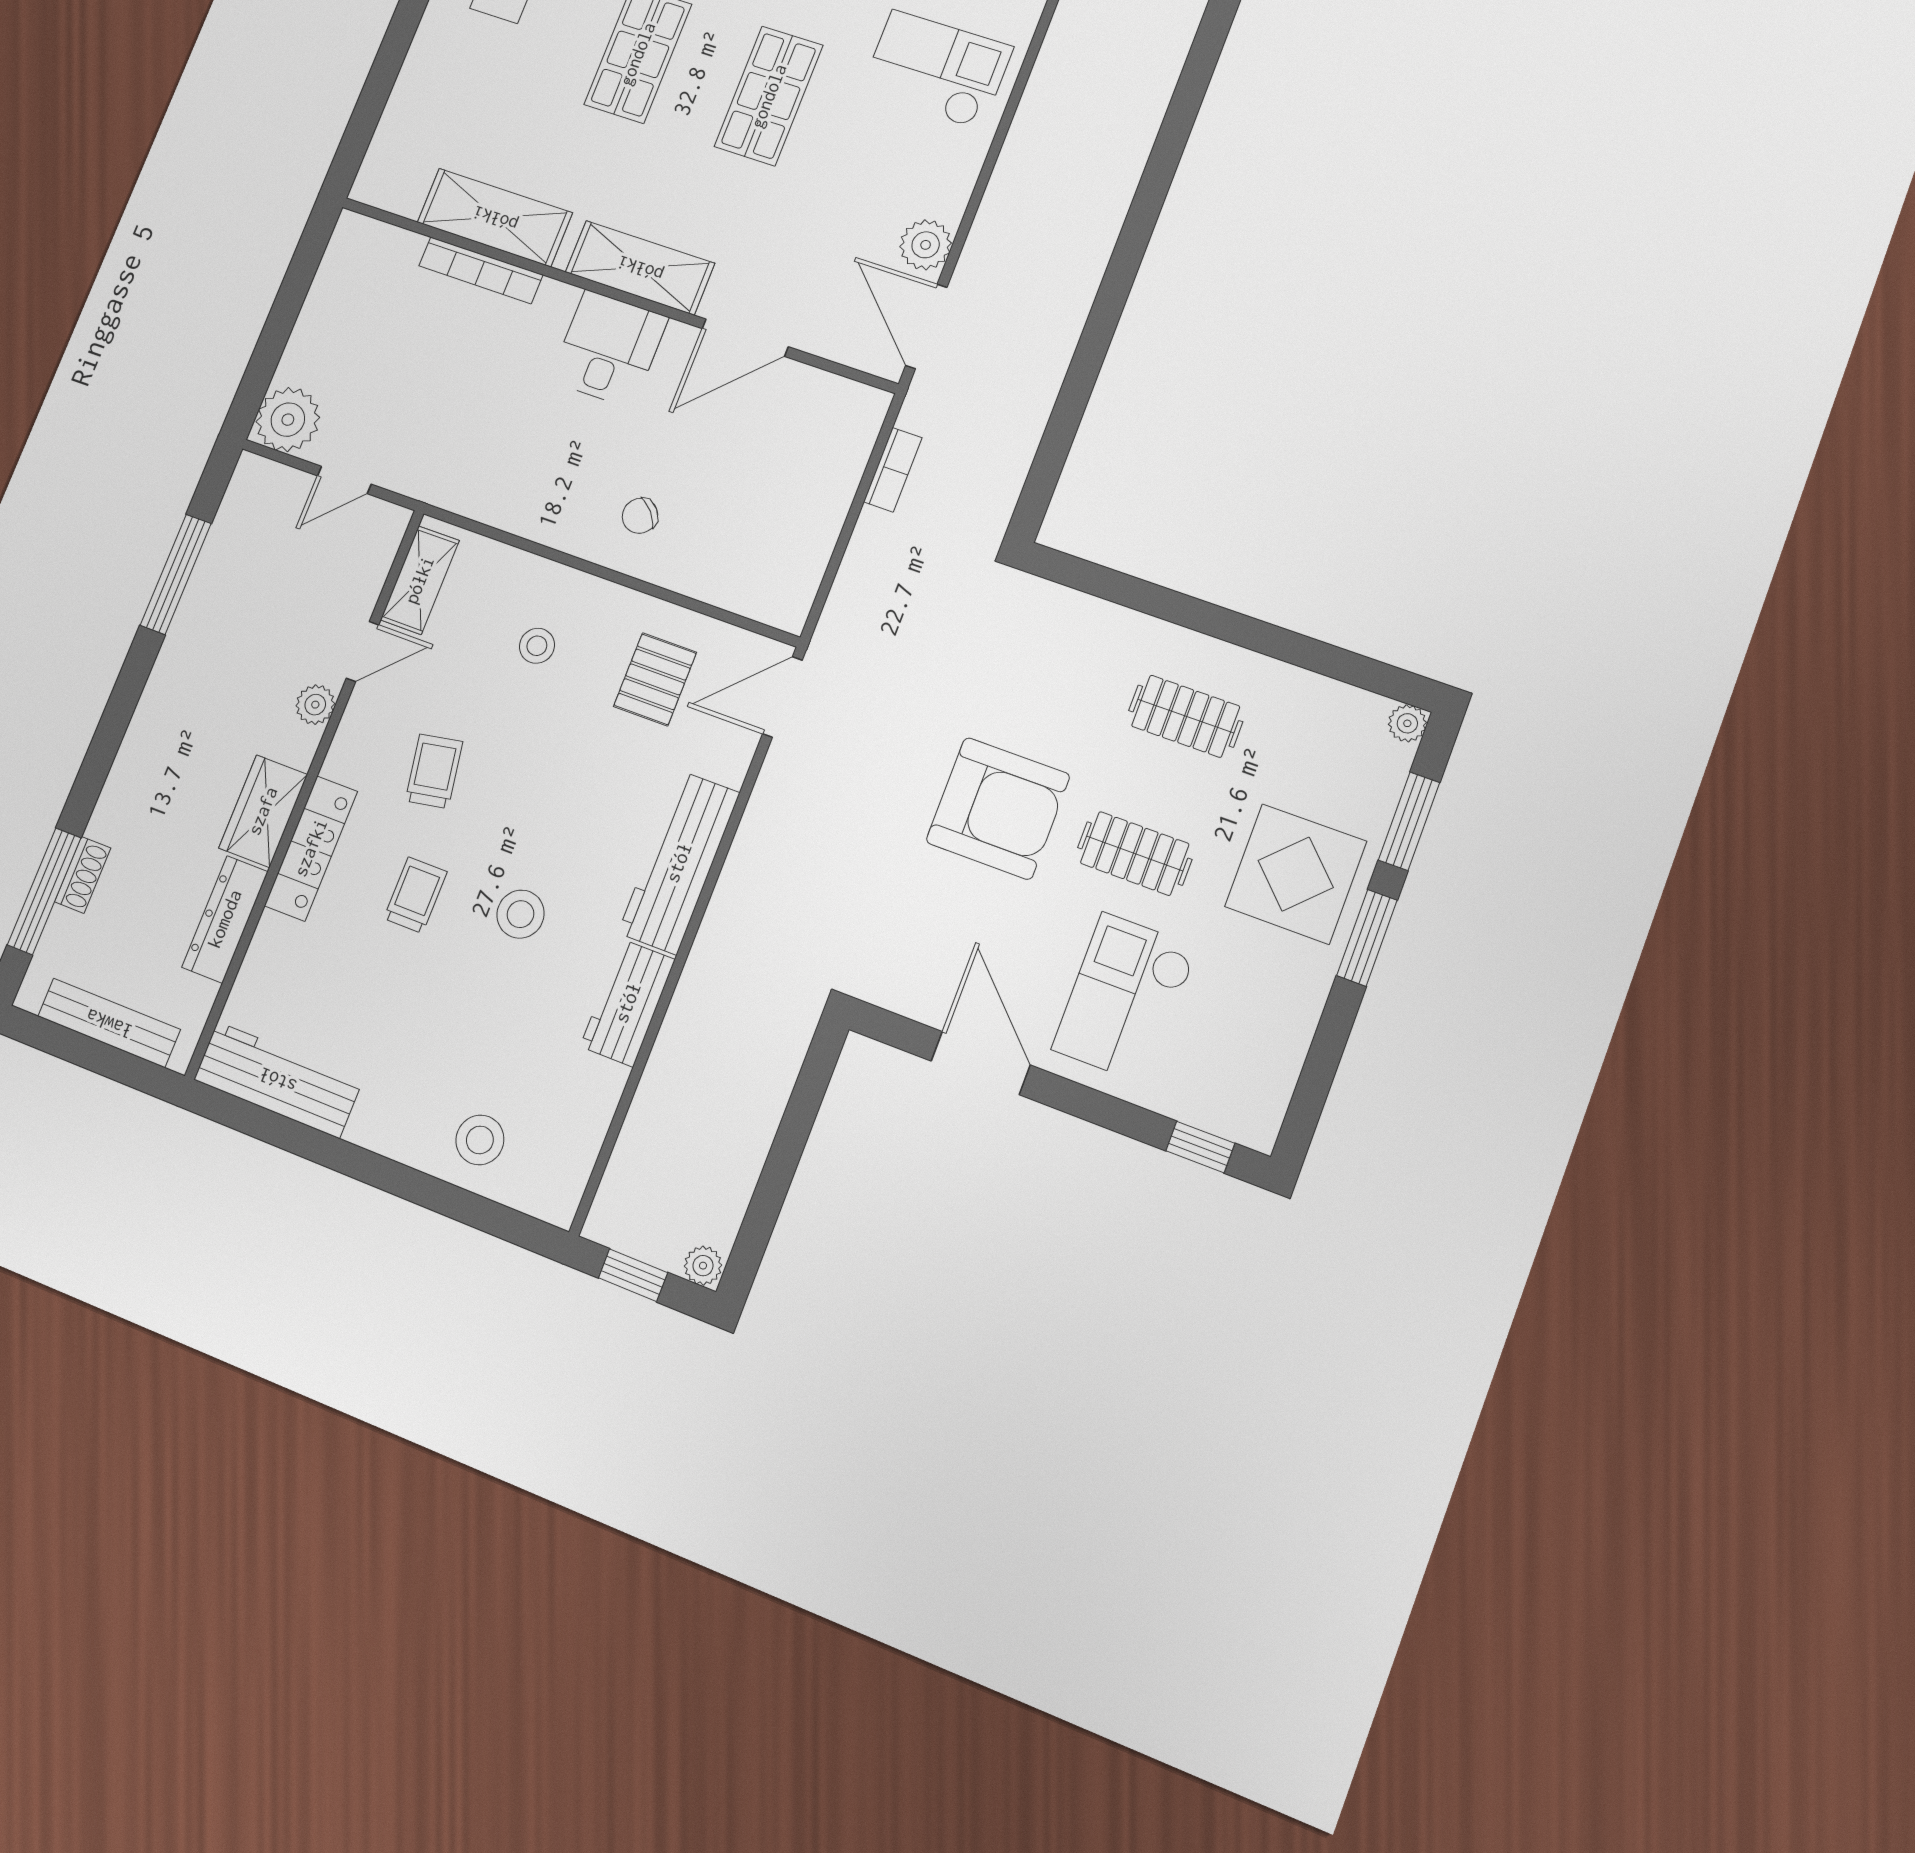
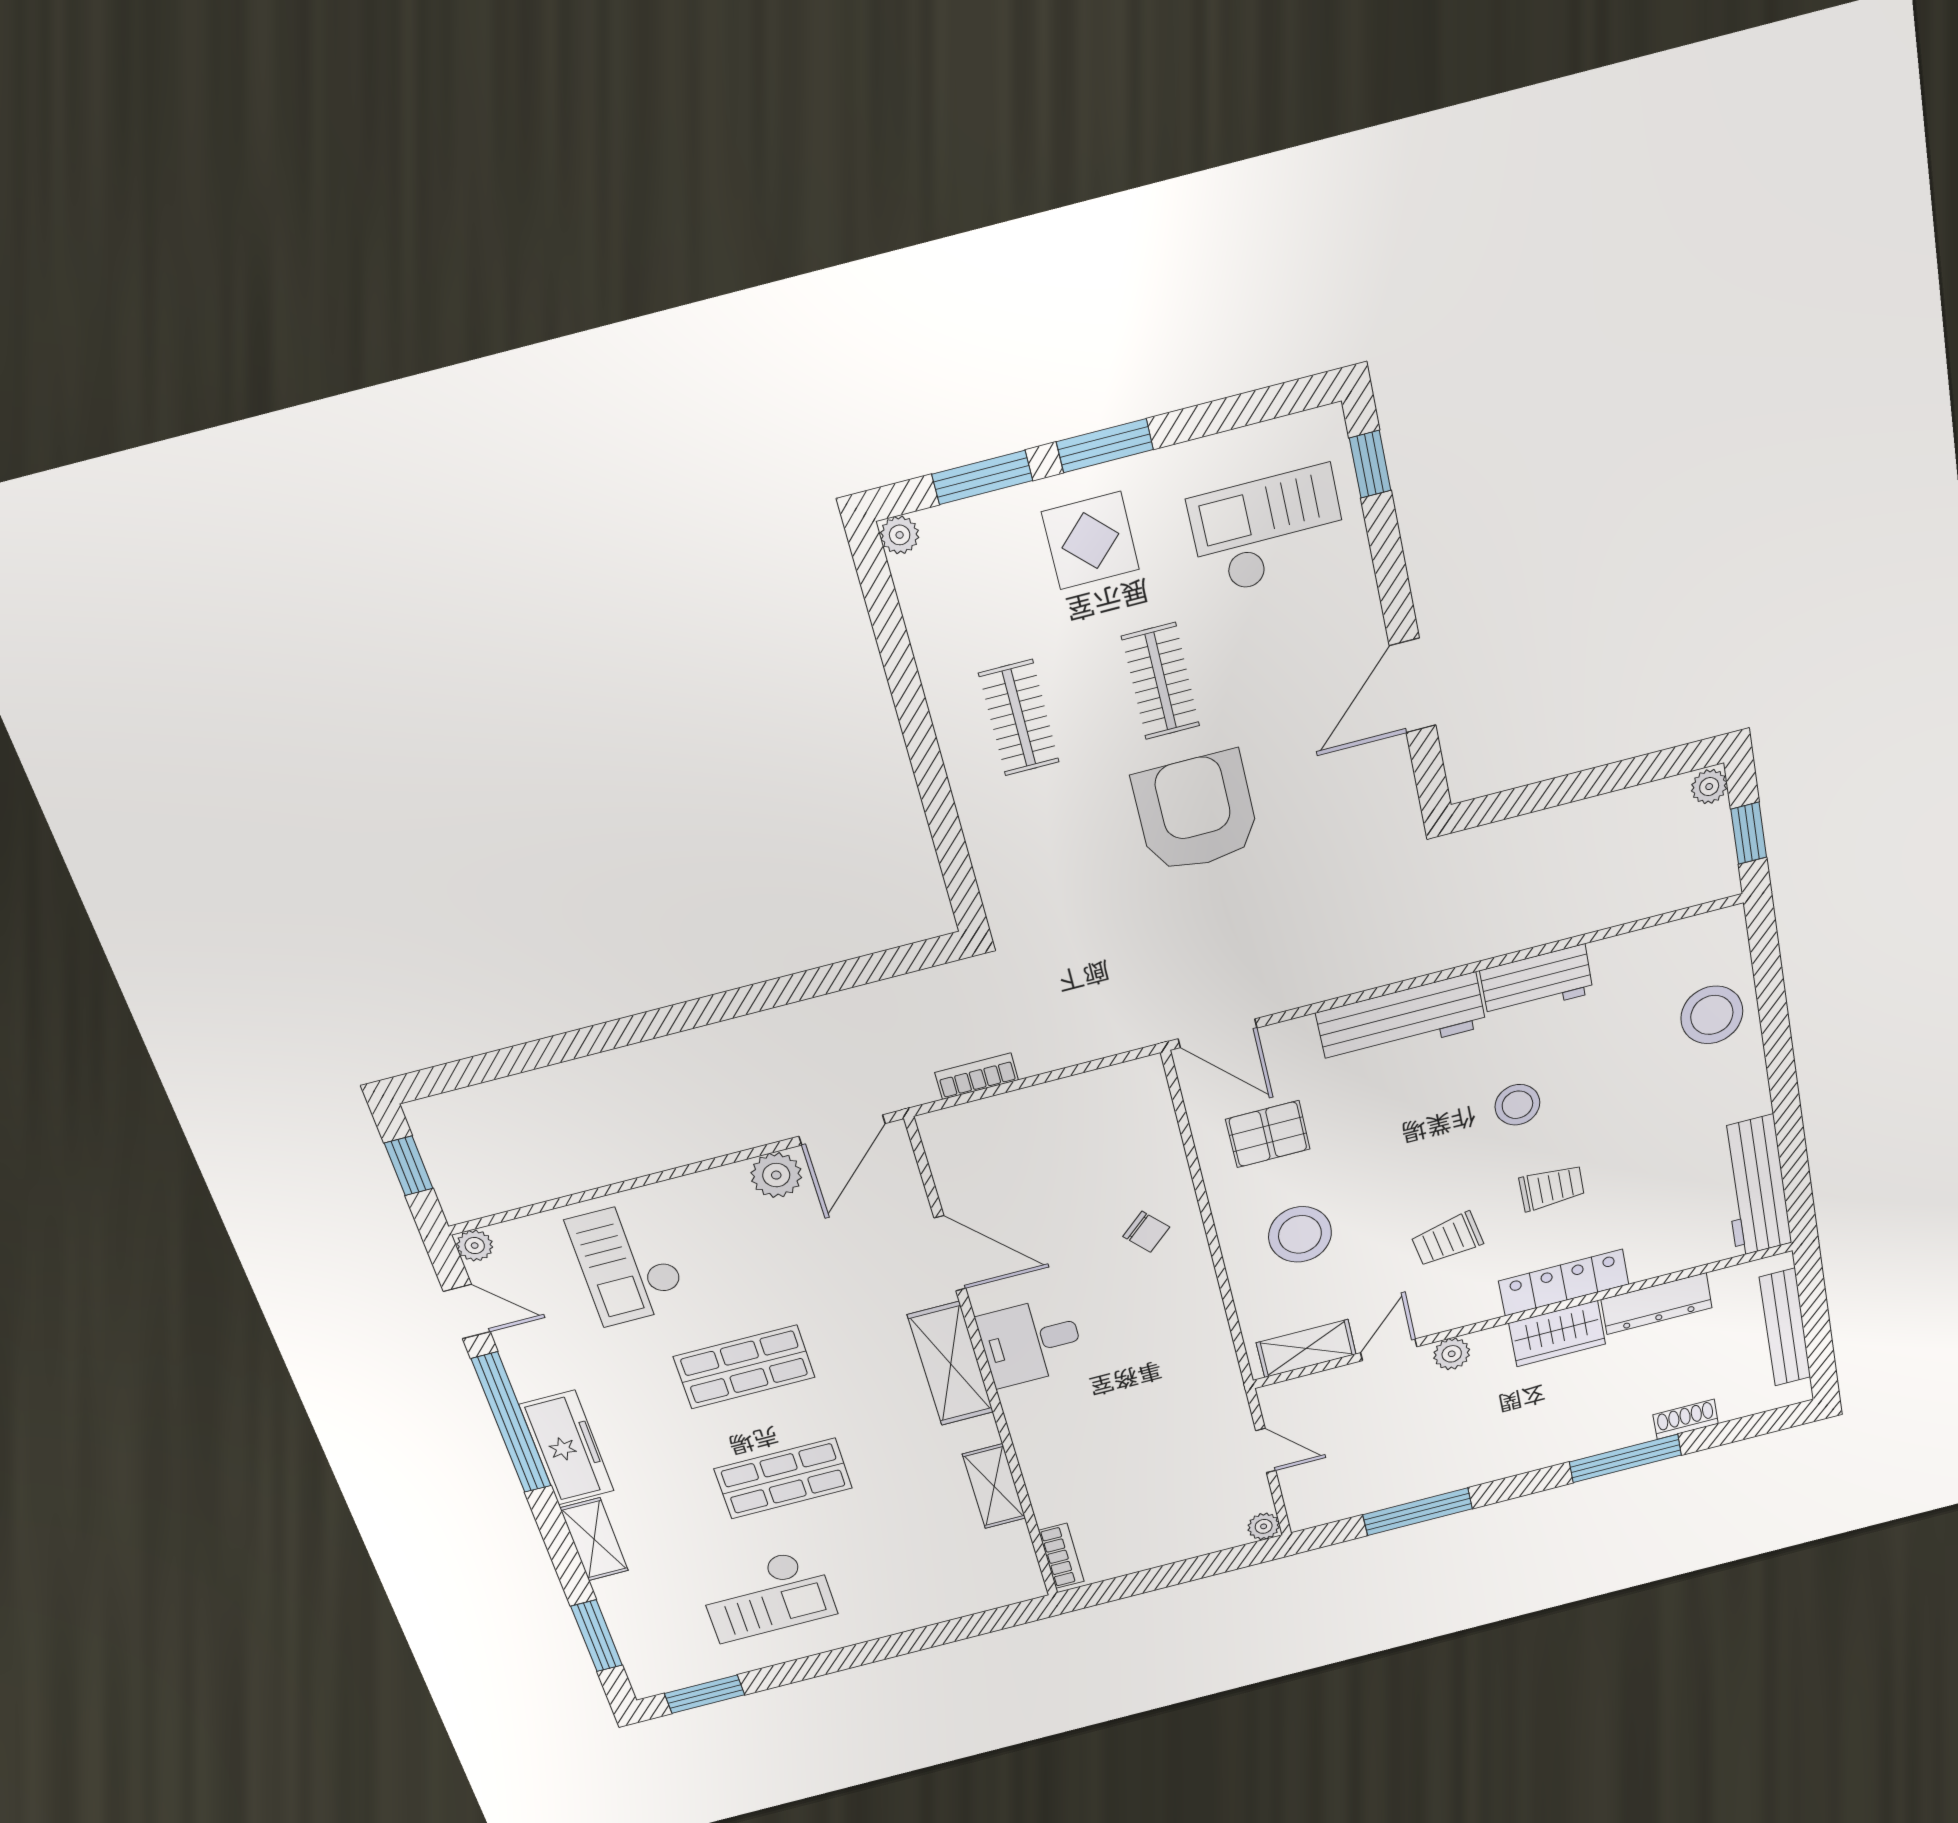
shelving: (495, 218) -> (994, 1486), width x0.67, depth x0.75
bookcase: (481, 270) -> (1061, 1556), moved, width x0.64
plant: (288, 420) -> (1264, 1526), width x0.53, depth x0.53
stool: (537, 646) -> (1300, 1234), width x1.89, depth x1.89
door: (362, 652) -> (1389, 1350), hinge flipped
display table: (1296, 874) -> (1090, 541), width x0.73, depth x0.73
window: (44, 891) -> (1625, 1459), moved
trolley: (415, 895) -> (1552, 1188), turned 180
checkout: (1125, 998) -> (1268, 530), moved, turned 180
stool: (480, 1140) -> (1712, 1015), width x1.38, depth x1.38

